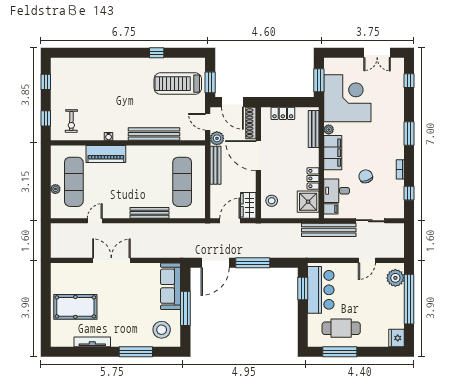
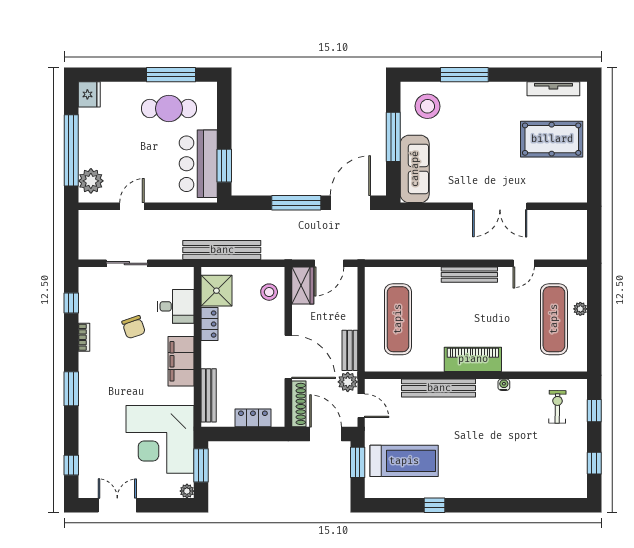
plant: (329, 129) -> (187, 491), moved
piano: (106, 154) -> (473, 359), moved
bench: (215, 165) -> (350, 350), width x0.73
filing cabinet: (331, 209) -> (184, 280), removed
bench: (150, 213) -> (469, 275), moved
bench: (329, 230) -> (222, 250), moved
tv unit: (92, 342) -> (553, 89), moved

